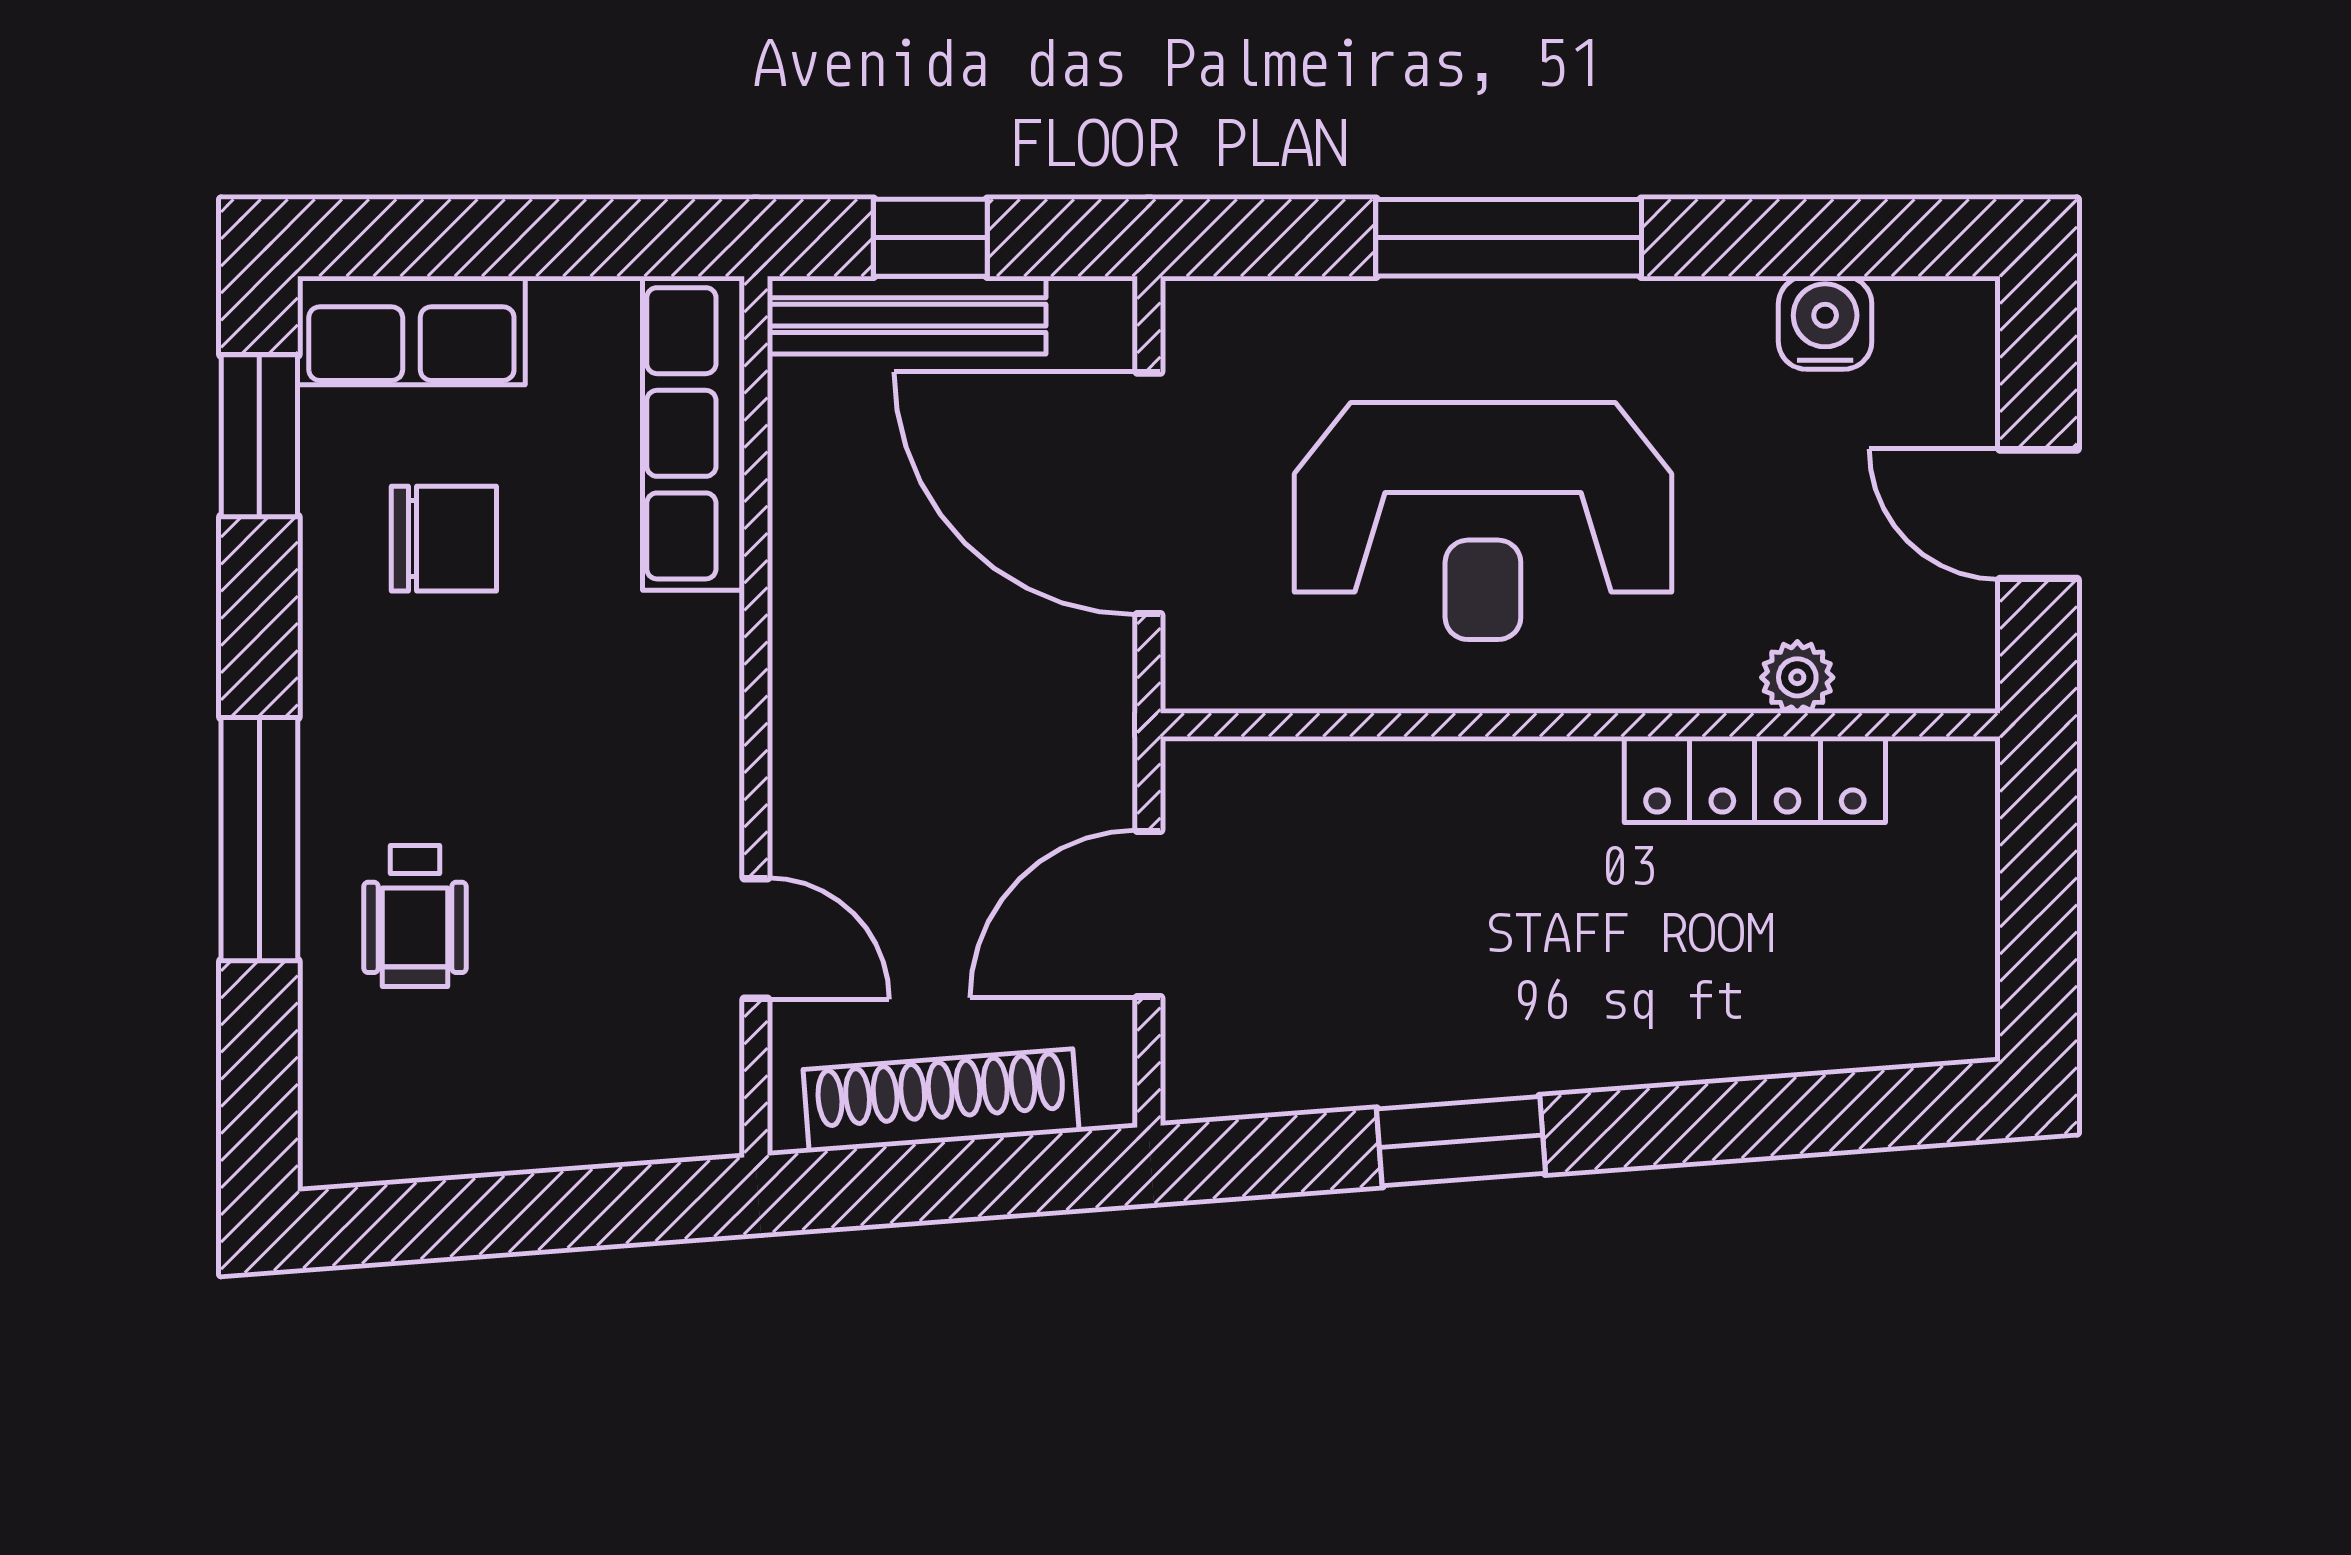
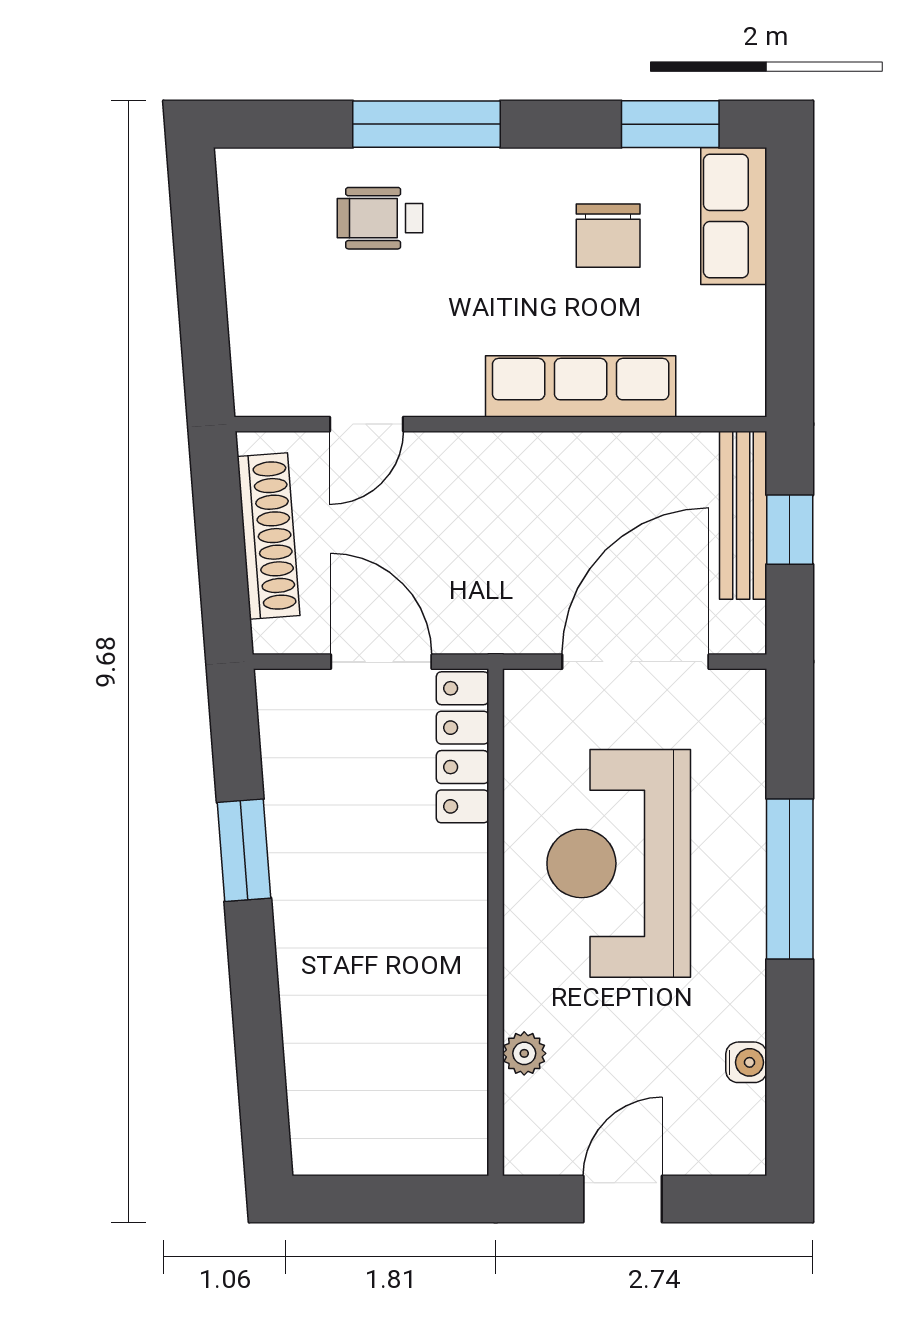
water cooler: (1825, 323) -> (746, 1062), width x0.72, depth x0.72
row of seats: (694, 433) -> (581, 386), moved
locker: (1755, 779) -> (463, 747), moved

